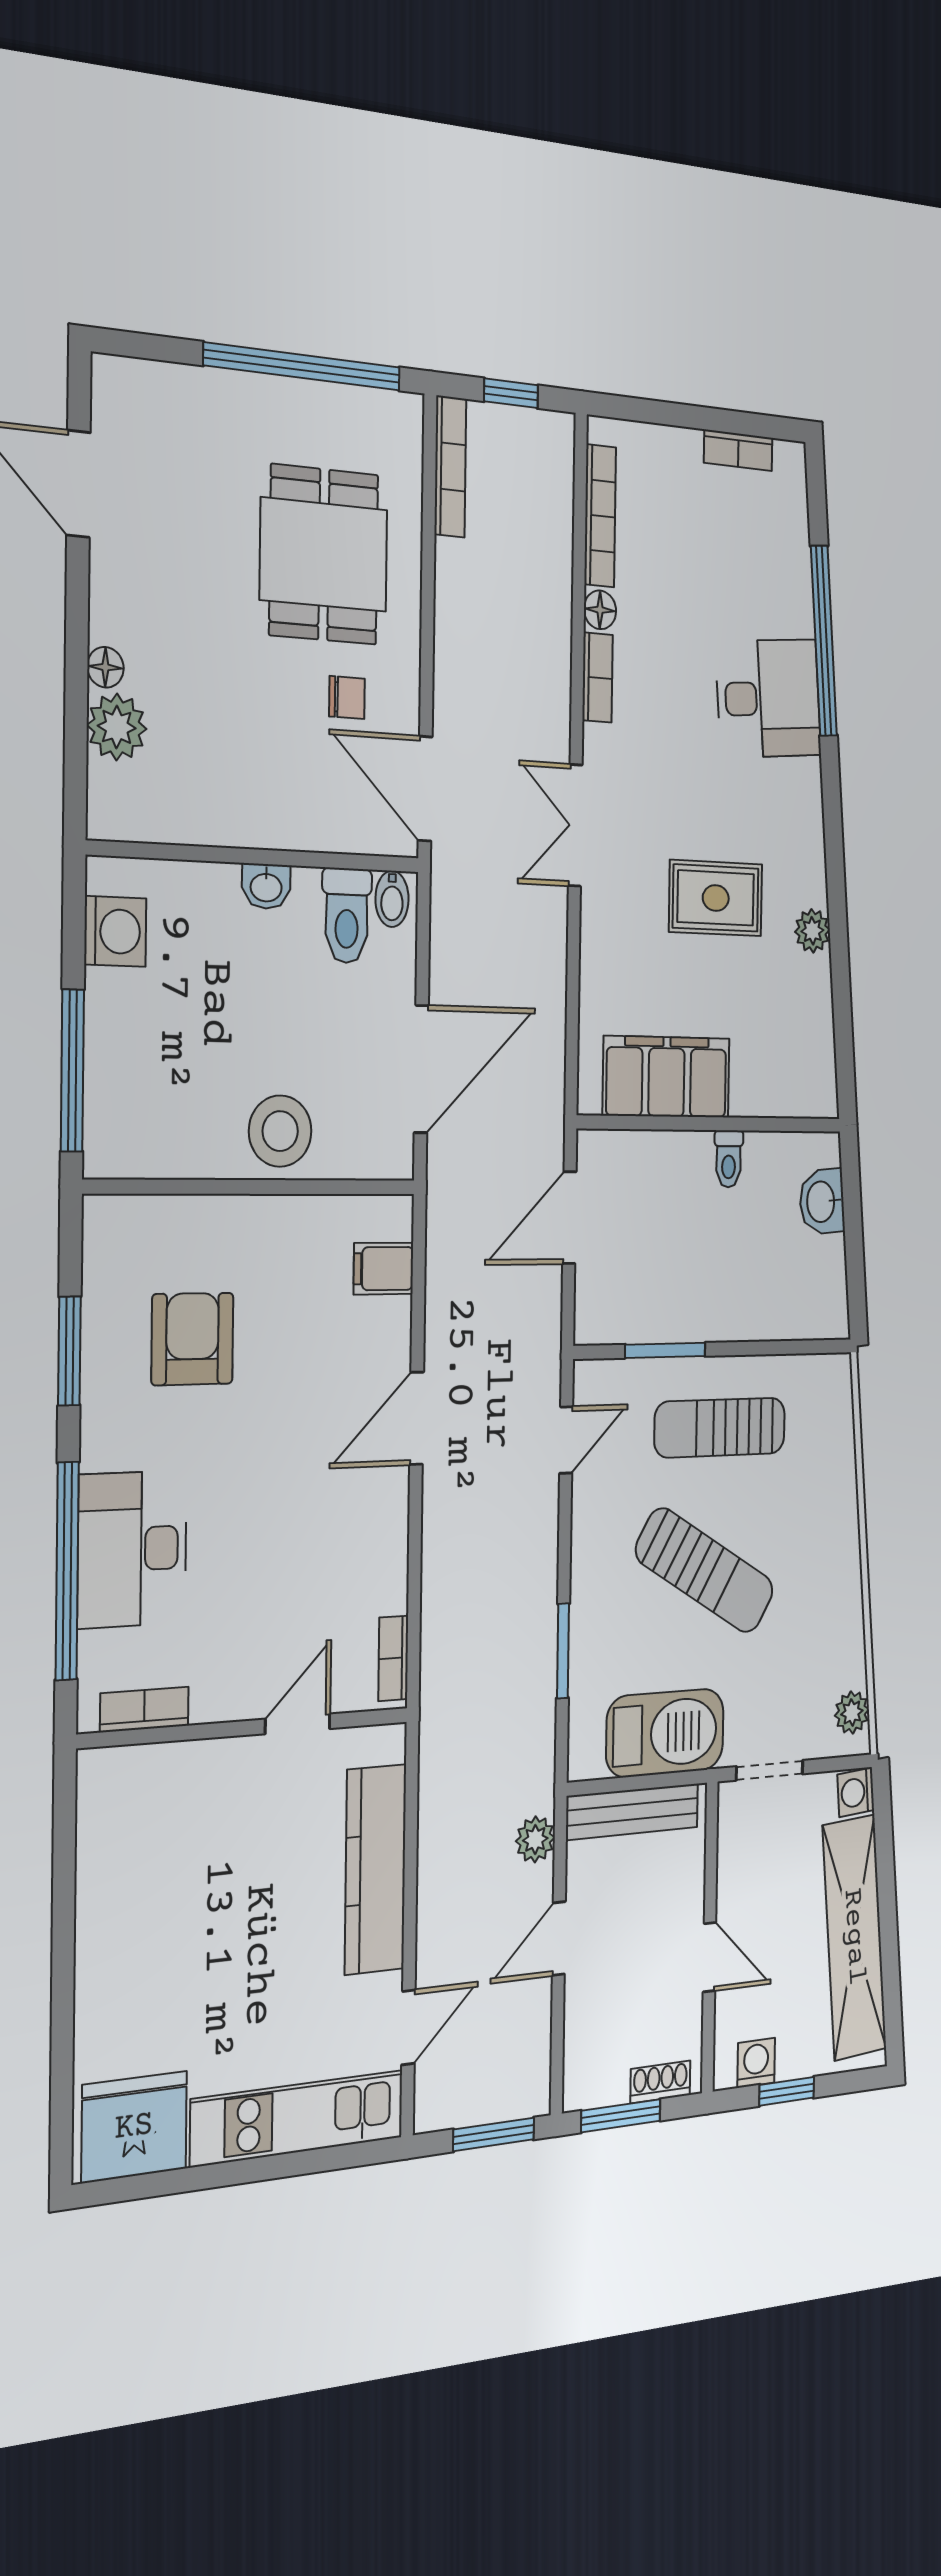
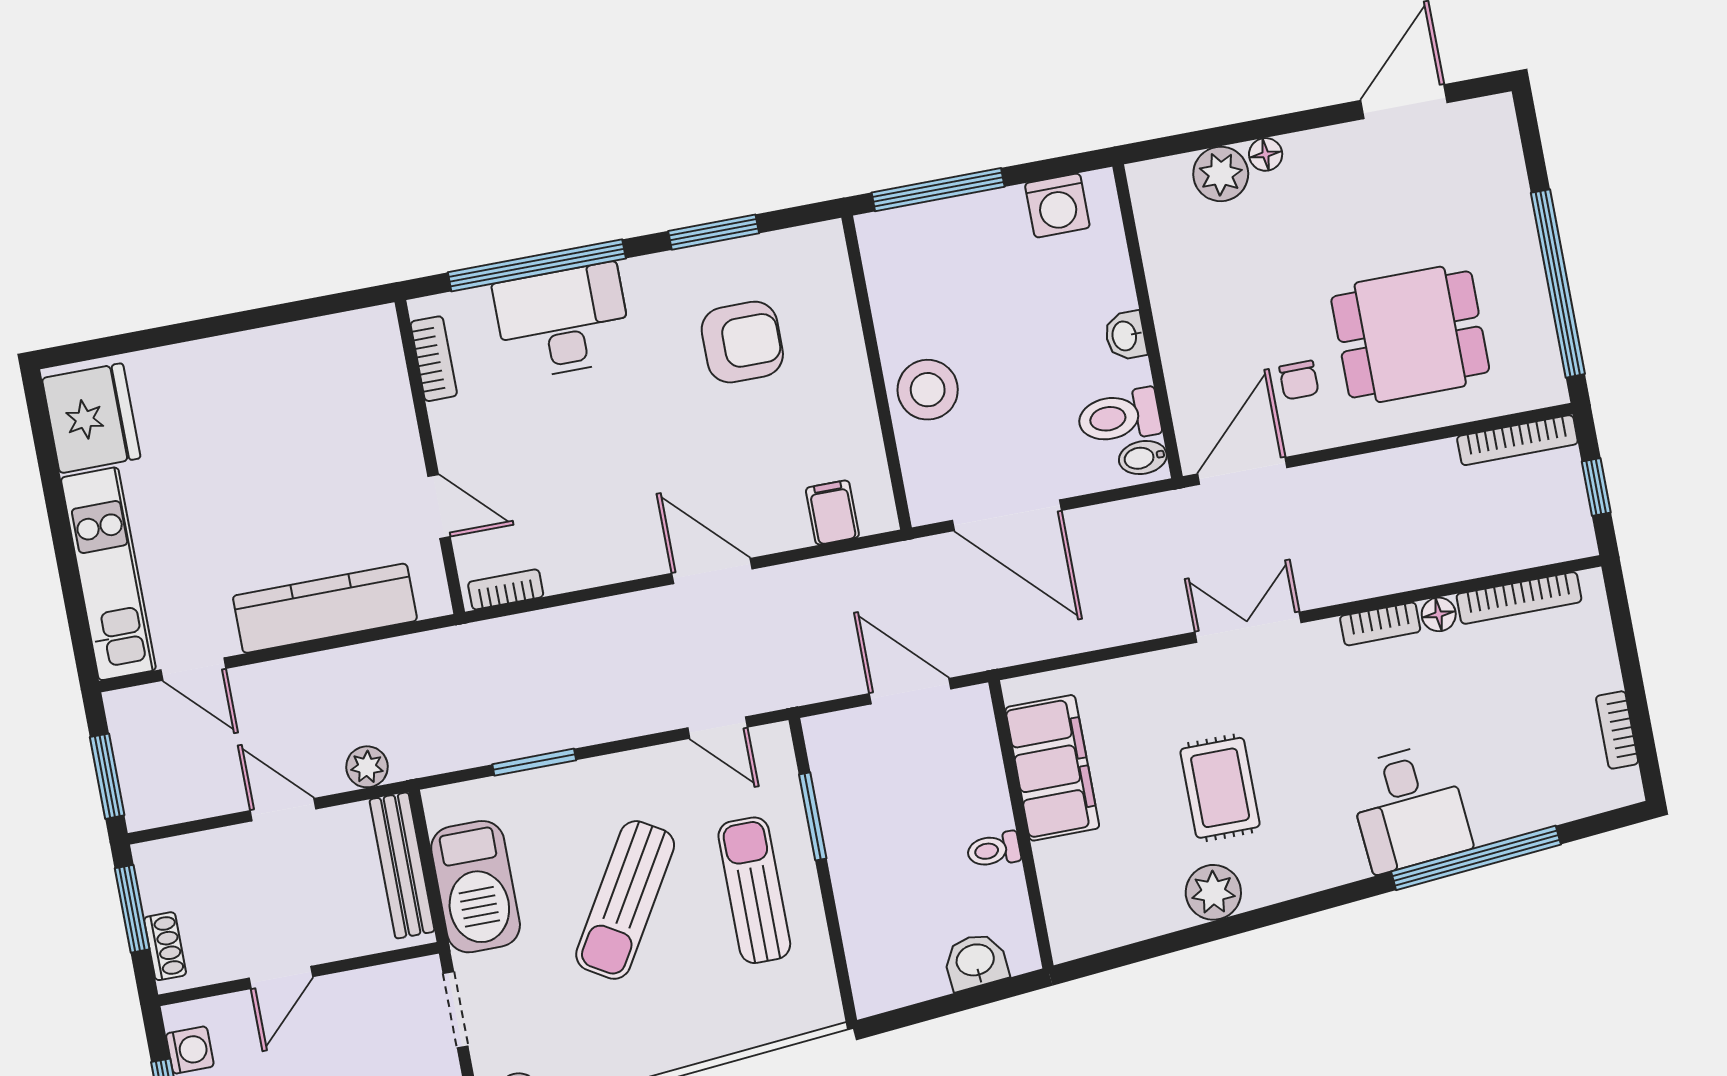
plant: (812, 931) -> (1213, 892), width x1.38, depth x1.38

